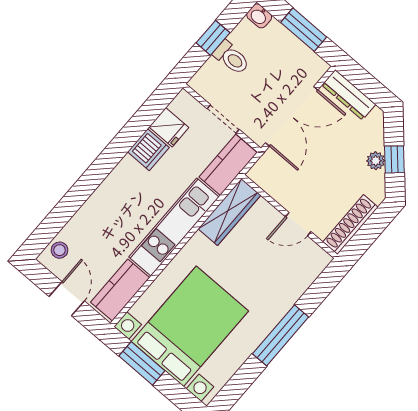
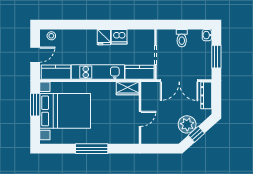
window: (213, 38) -> (183, 25), removed
fridge: (169, 127) -> (104, 37), moved
plant: (376, 161) -> (187, 124), width x1.88, depth x1.88
wardrobe: (229, 212) -> (128, 88), width x0.67
door: (298, 224) -> (140, 119), swing flipped
shoe rack: (351, 225) -> (157, 139), removed

